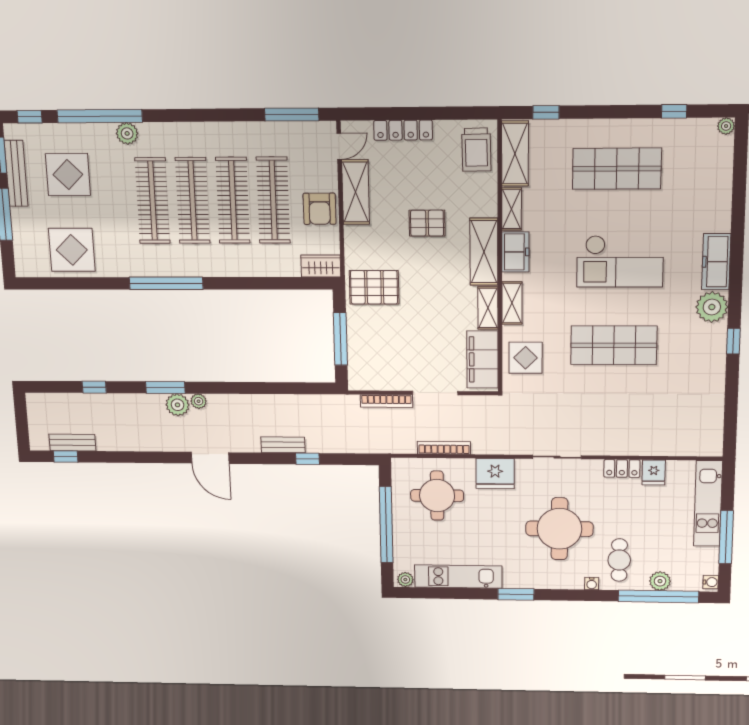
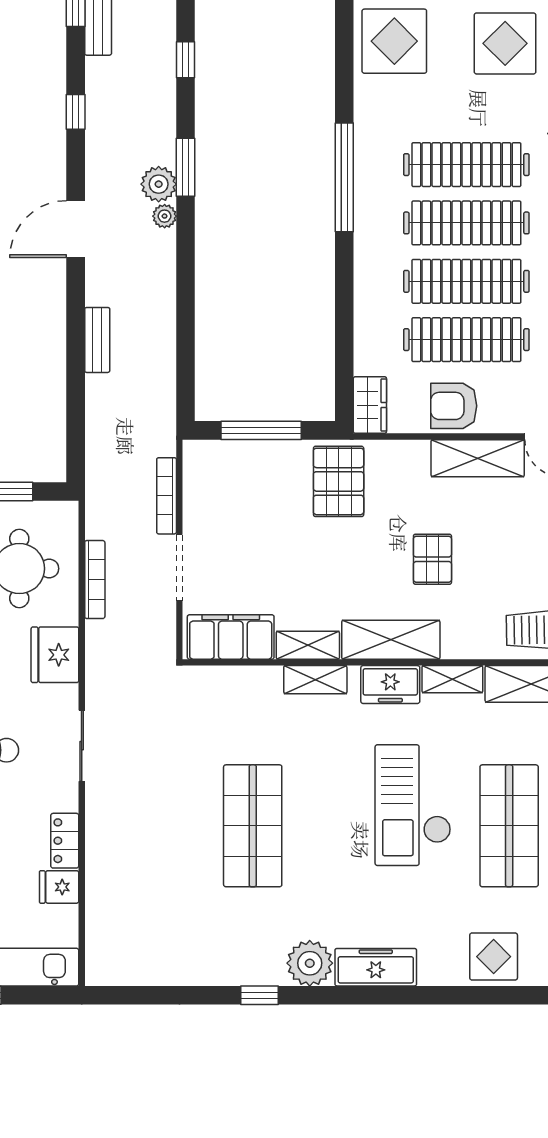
checkout: (620, 261) -> (413, 805), moved
display table: (526, 358) -> (494, 957), moved
window: (307, 459) -> (76, 112), moved

